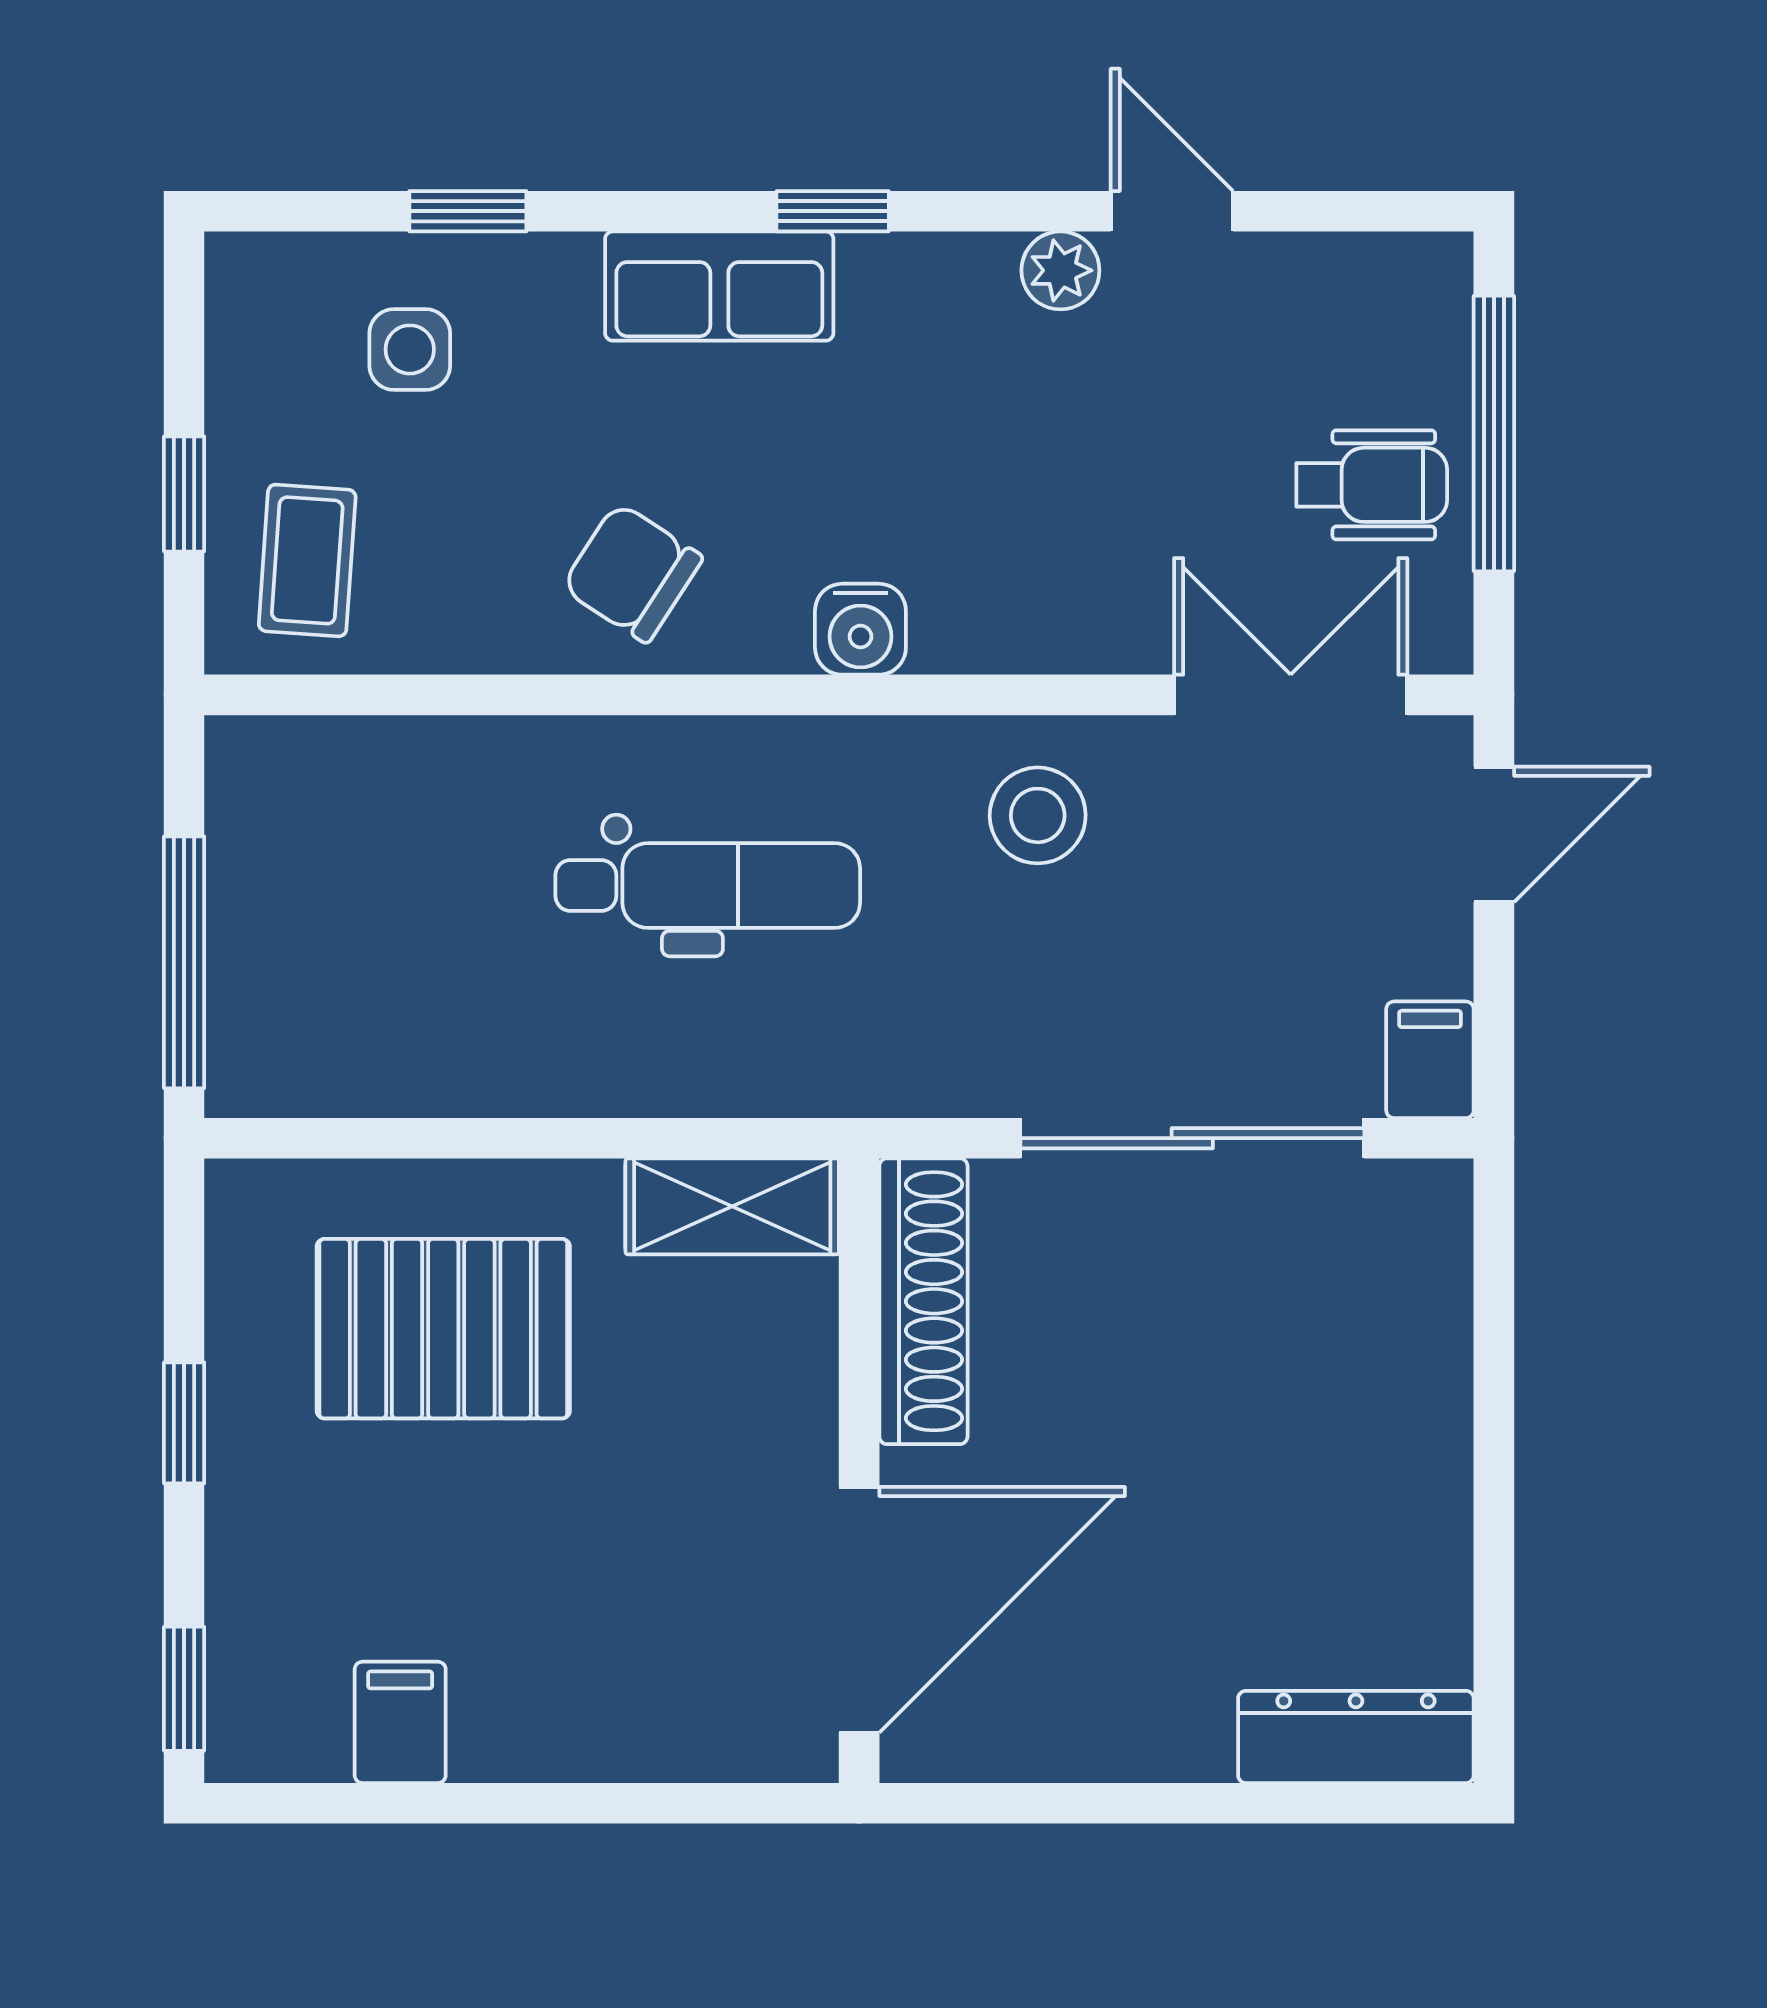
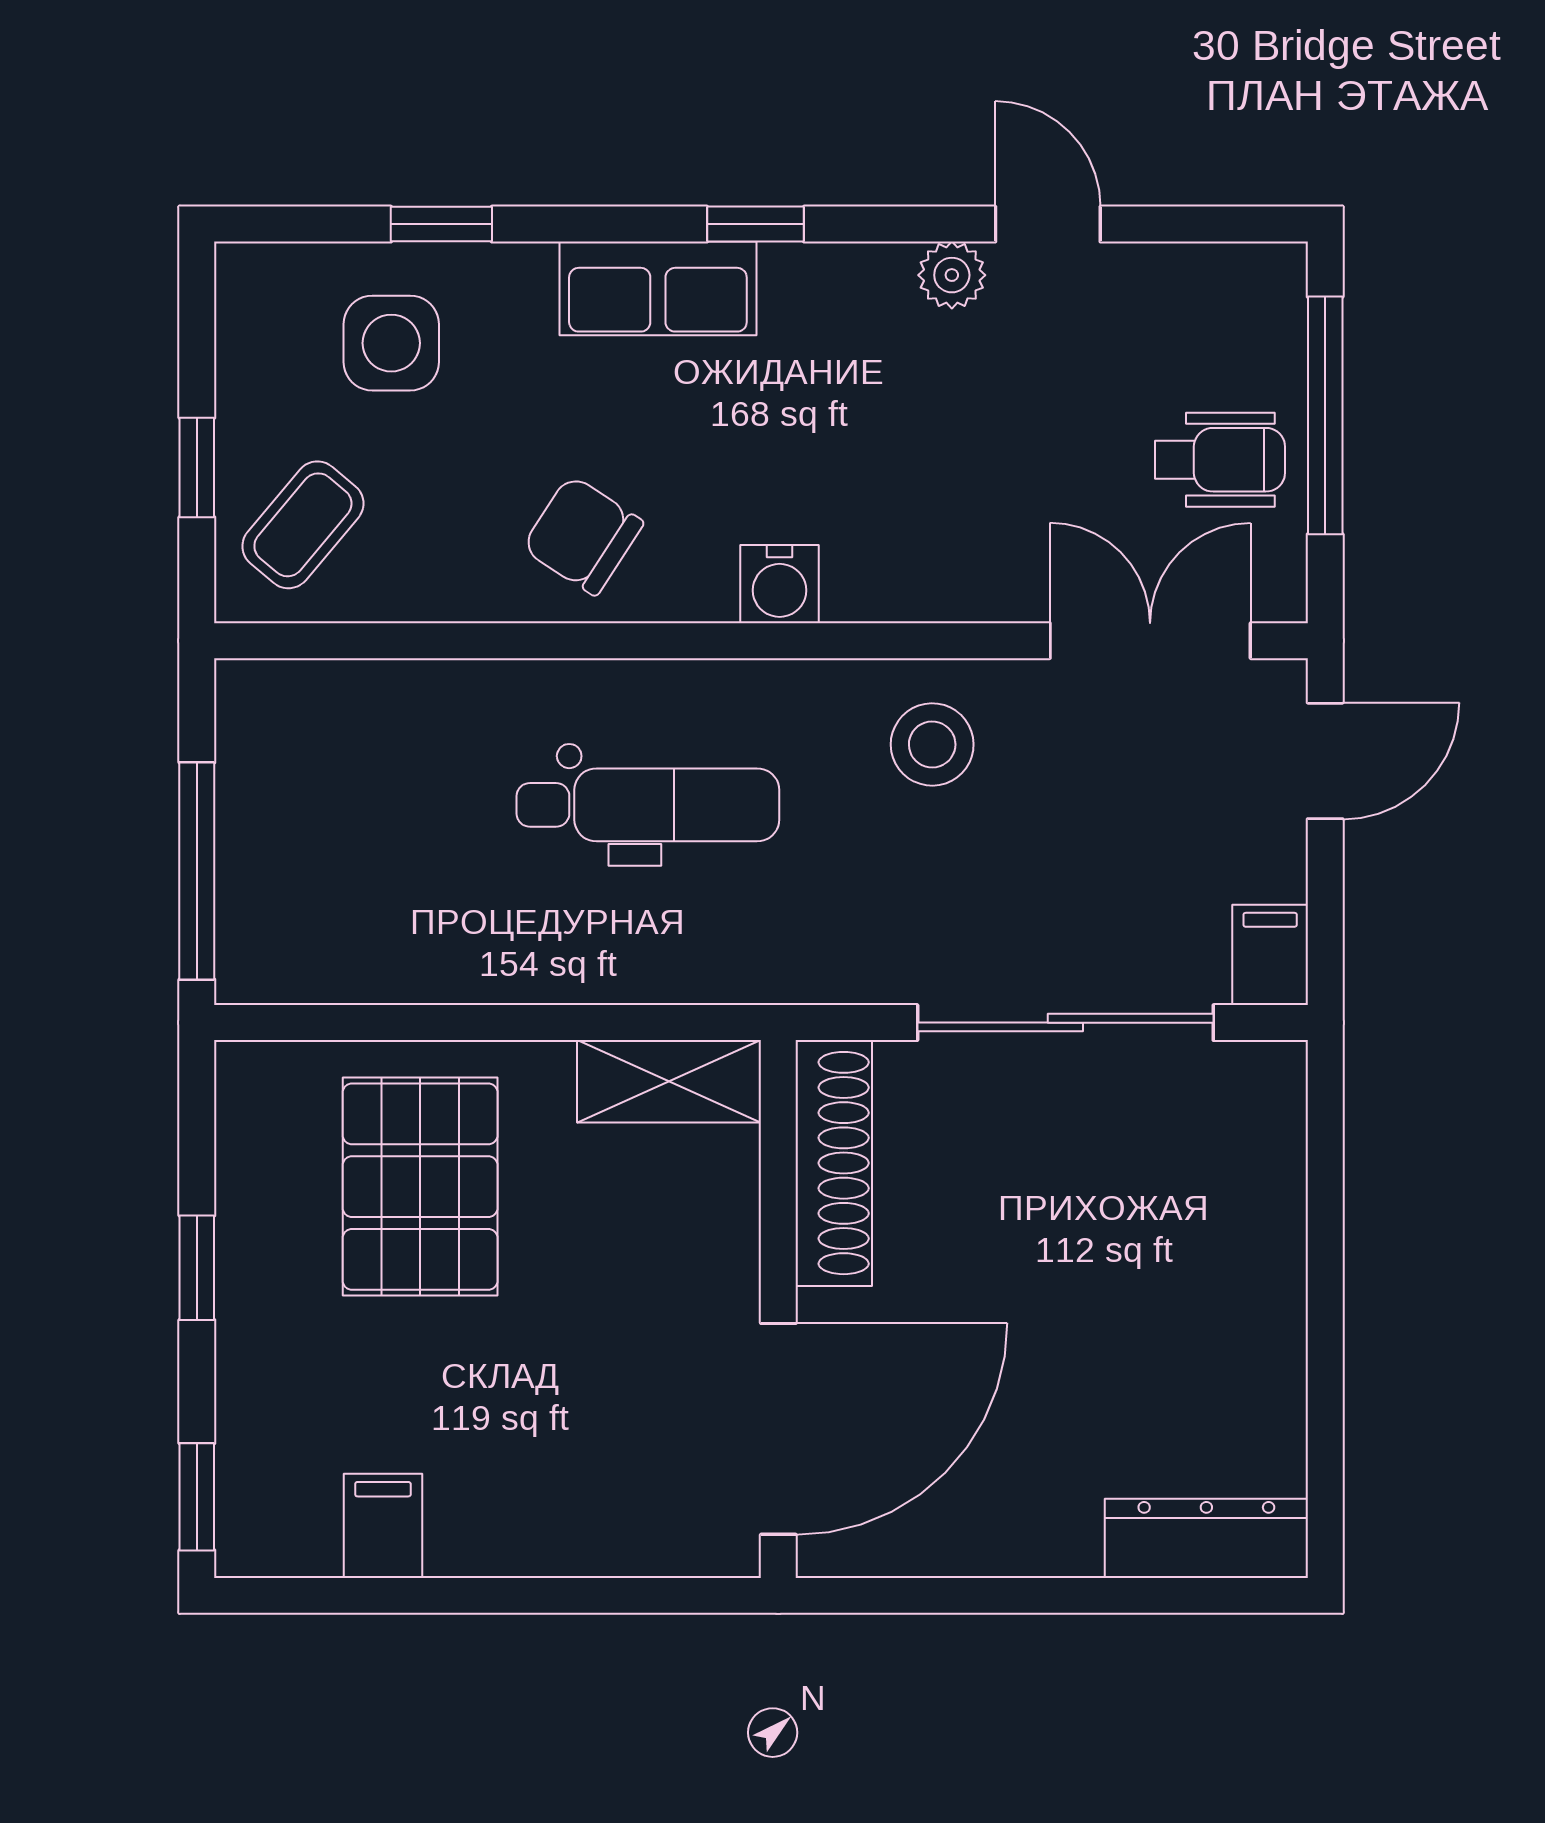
side table: (410, 349) -> (391, 343), width x1.37, depth x1.37
coffee table: (307, 560) -> (303, 525), turned 36
pallet: (443, 1329) -> (420, 1187), turned 90

